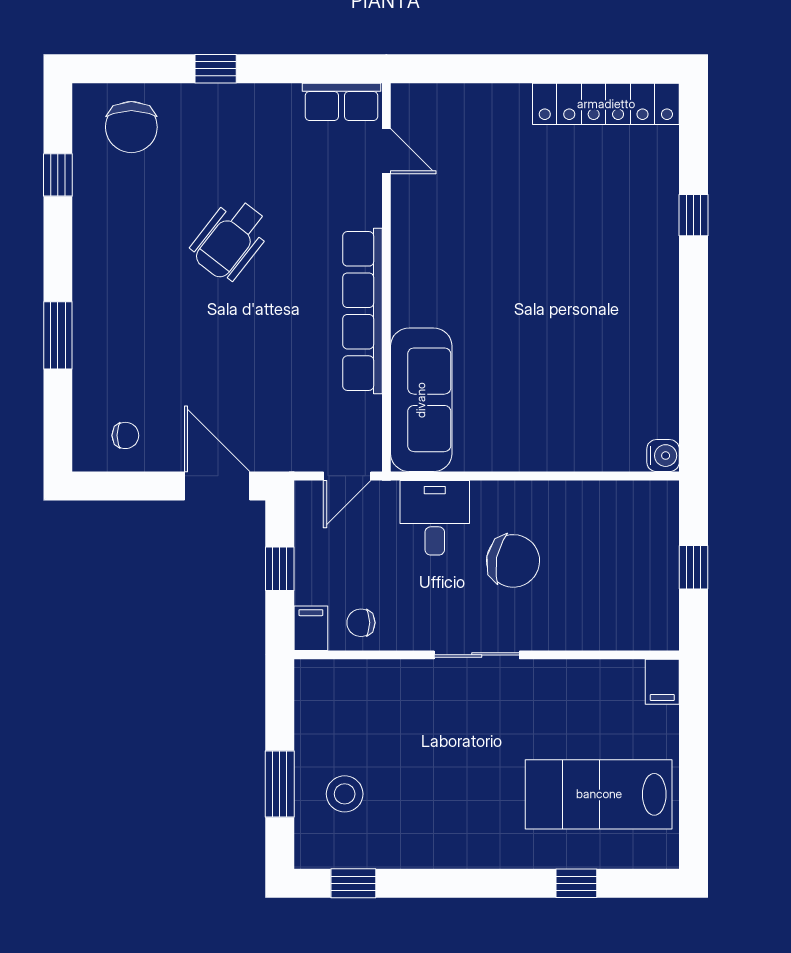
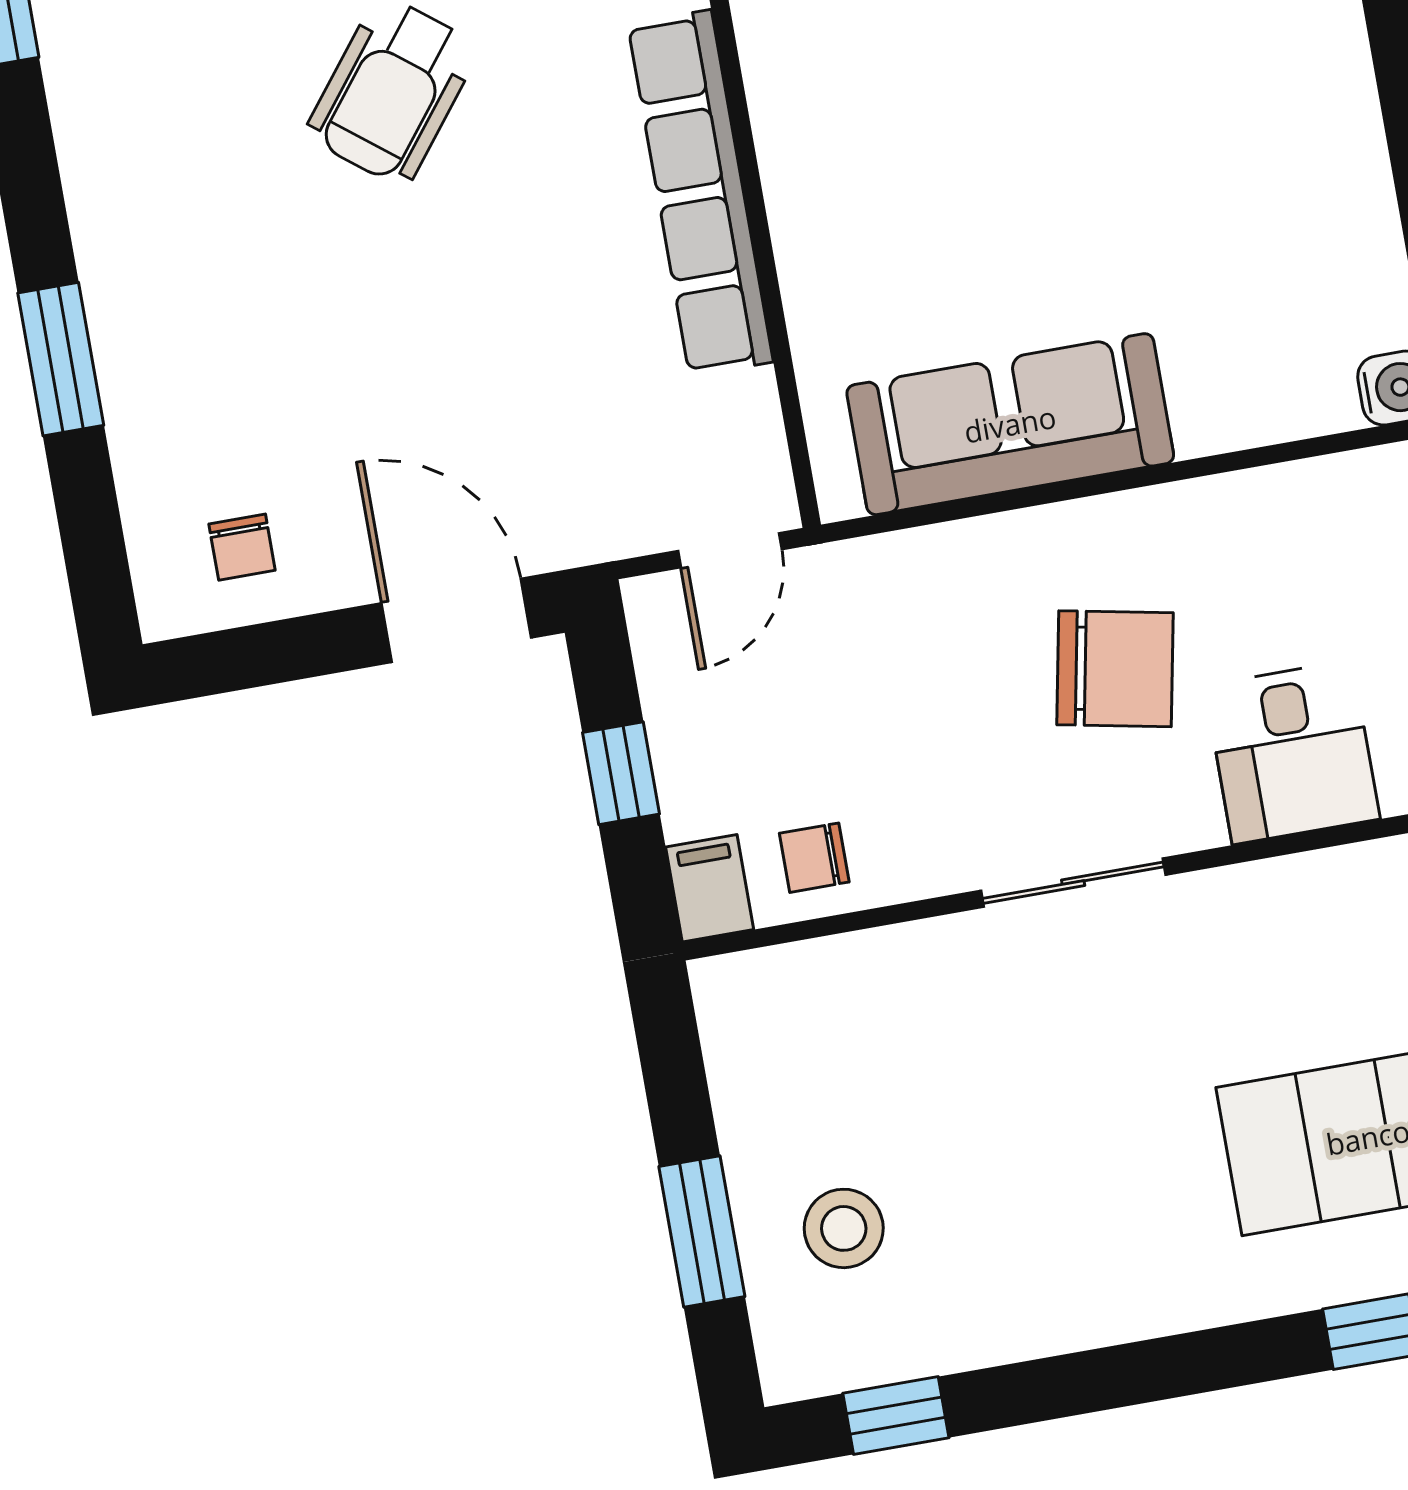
sofa: (421, 400) -> (1010, 424), moved, turned -90
chair: (125, 435) -> (242, 547), turned 90
desk: (435, 518) -> (1292, 752), moved, turned 180

